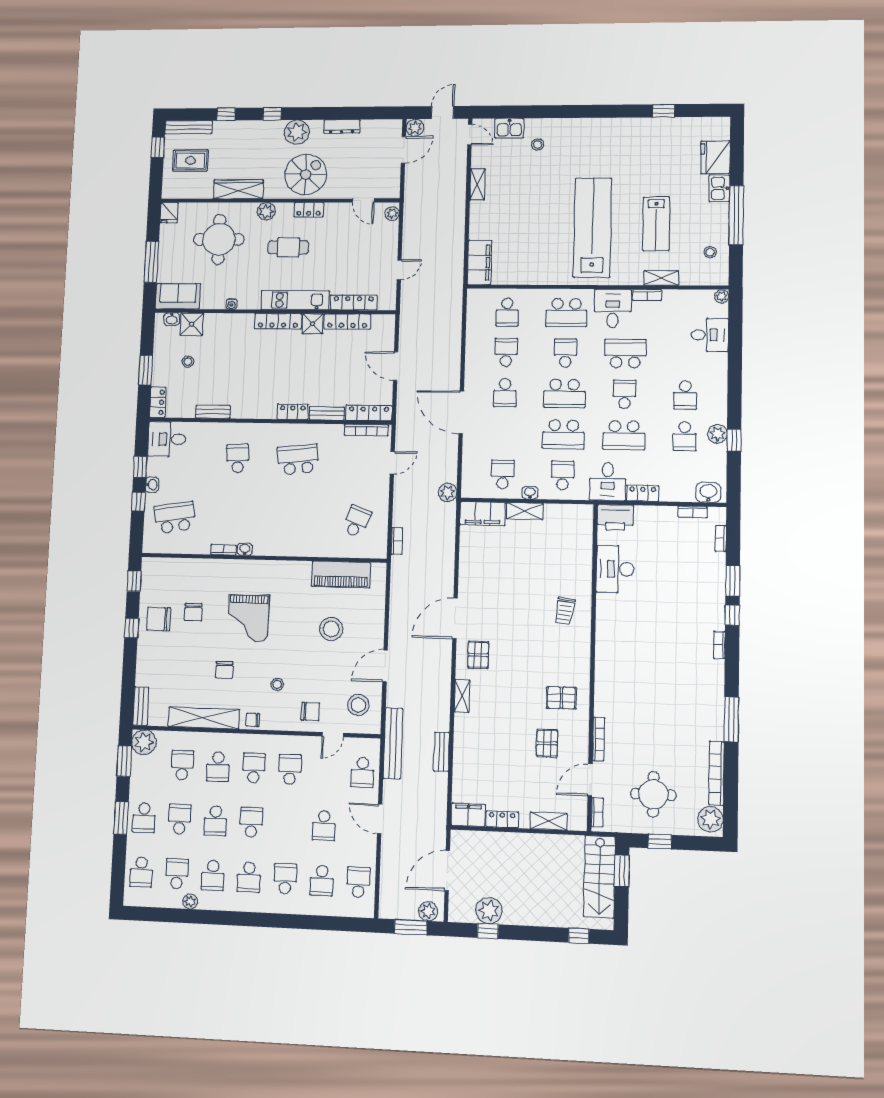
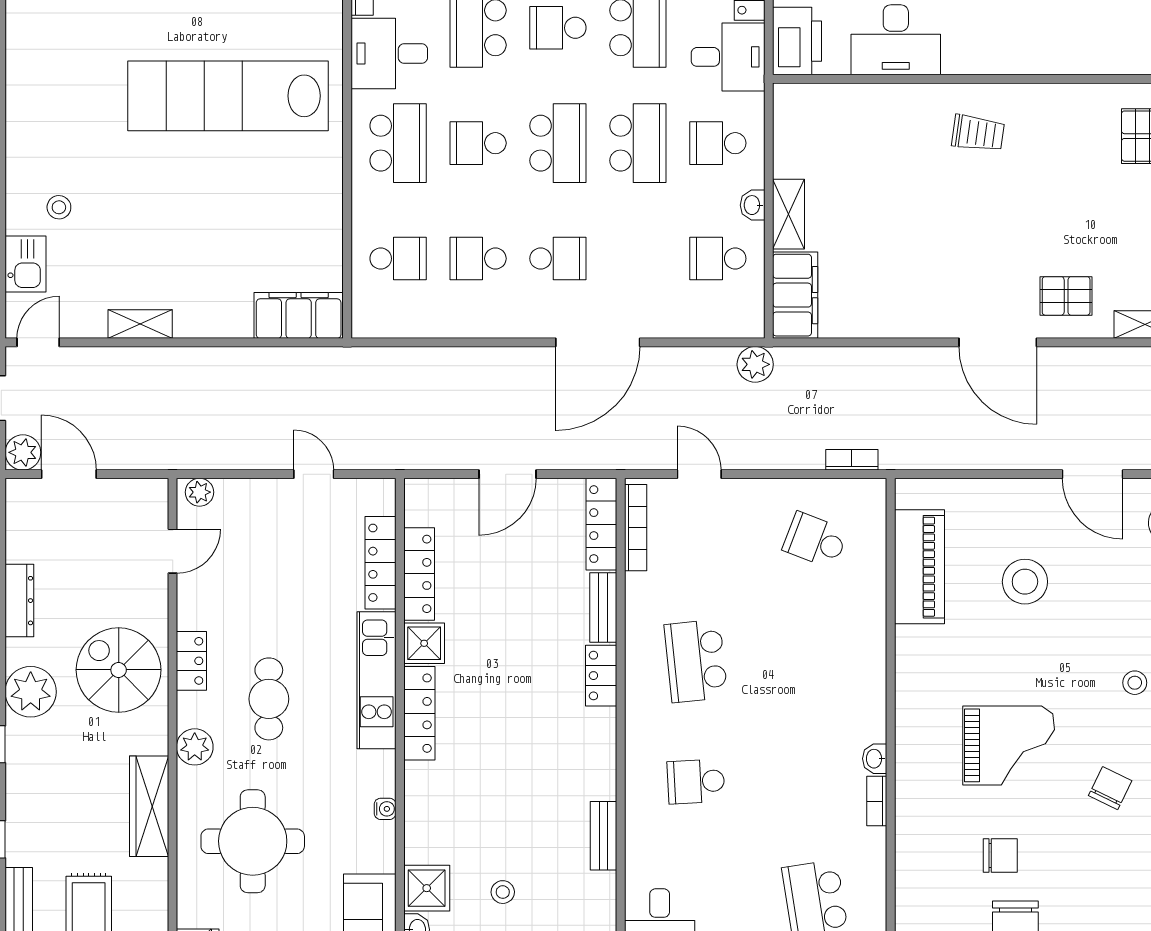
chair: (224, 670) -> (1110, 788), turned -64

